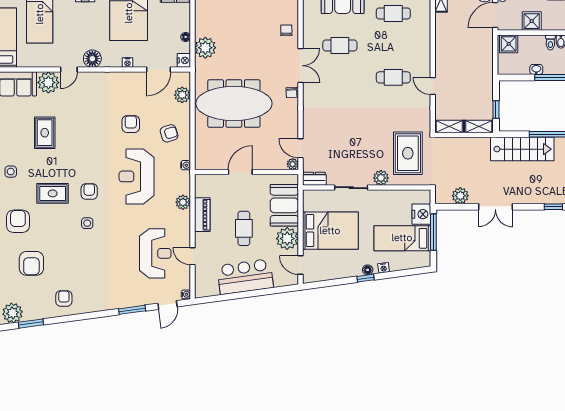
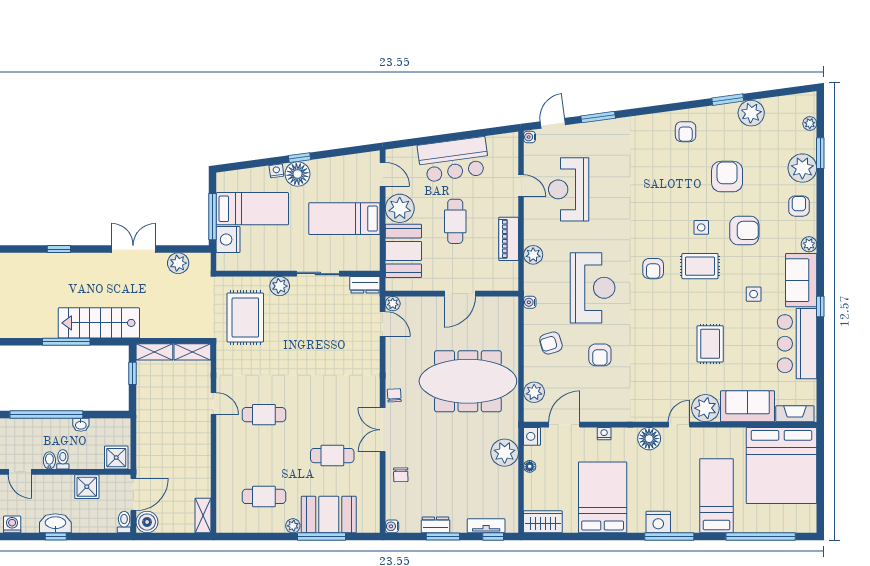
armchair: (18, 221) -> (744, 230), turned -90
side table: (87, 223) -> (701, 227), moved
bed: (330, 231) -> (344, 219), width x0.67
floor lamp: (368, 270) -> (298, 174), width x1.89, depth x1.89

